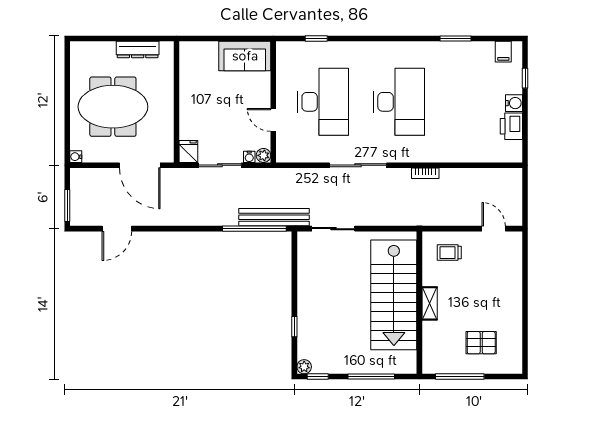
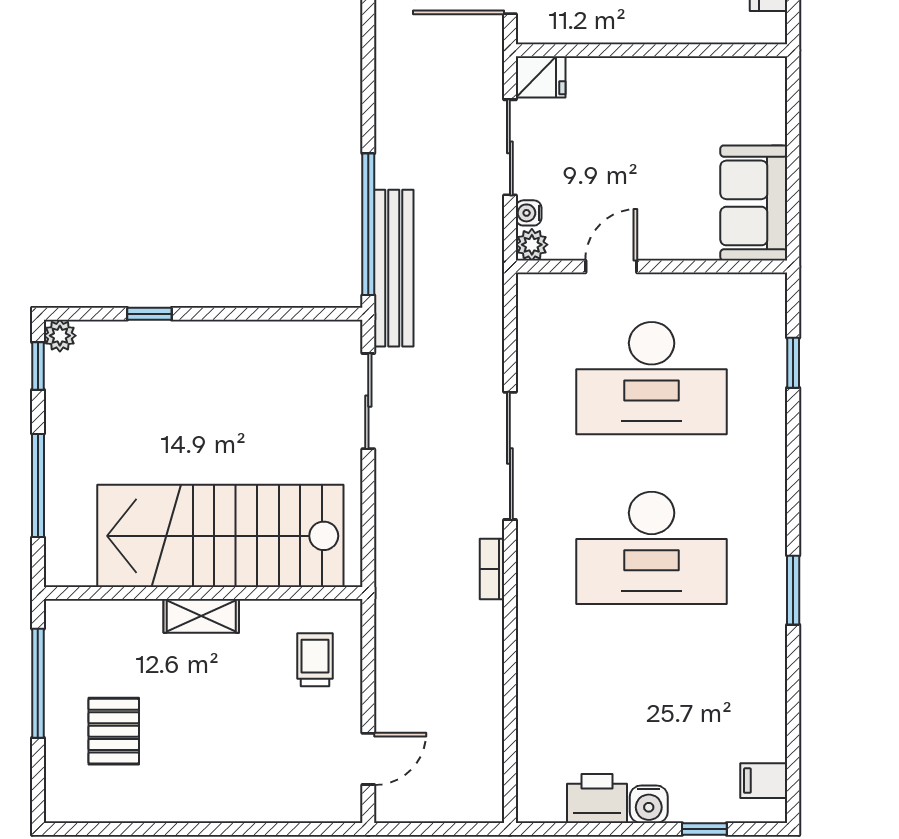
window: (455, 38) -> (793, 590), moved
bookcase: (425, 173) -> (492, 569), moved

